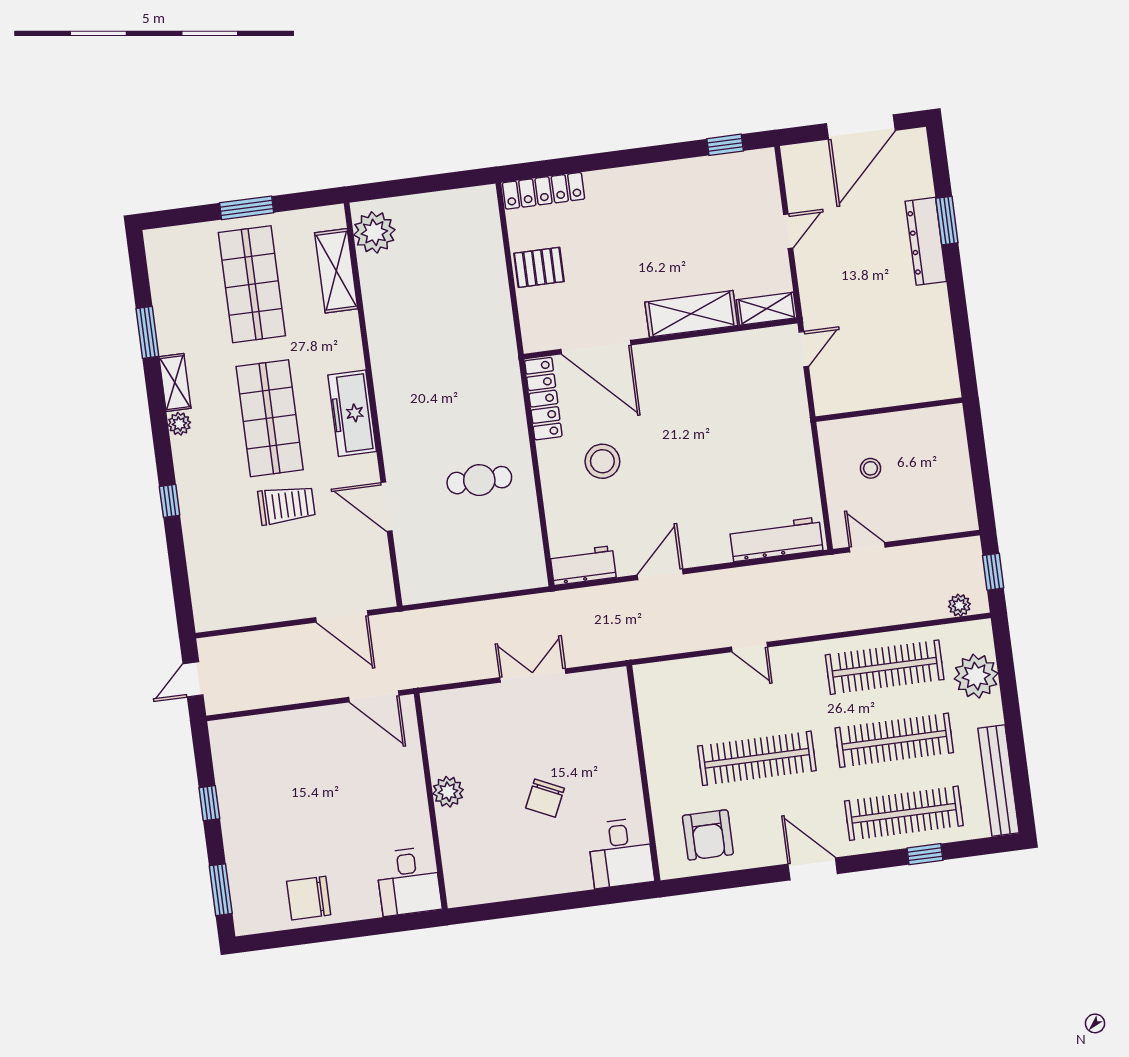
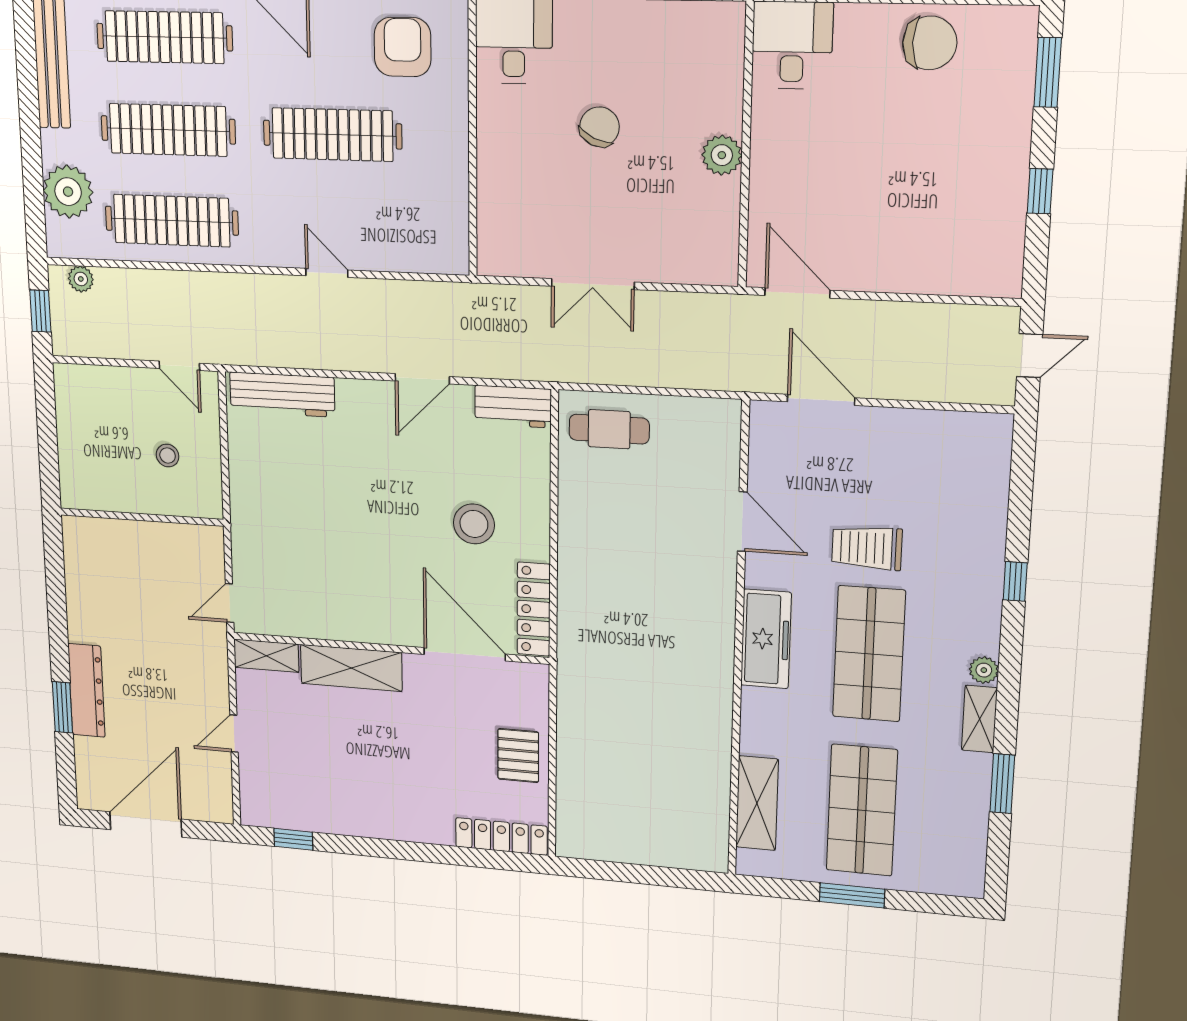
plant: (374, 232) -> (704, 835), removed
pallet: (539, 267) -> (518, 756), turned 90
cafe table: (479, 480) -> (609, 429), moved

